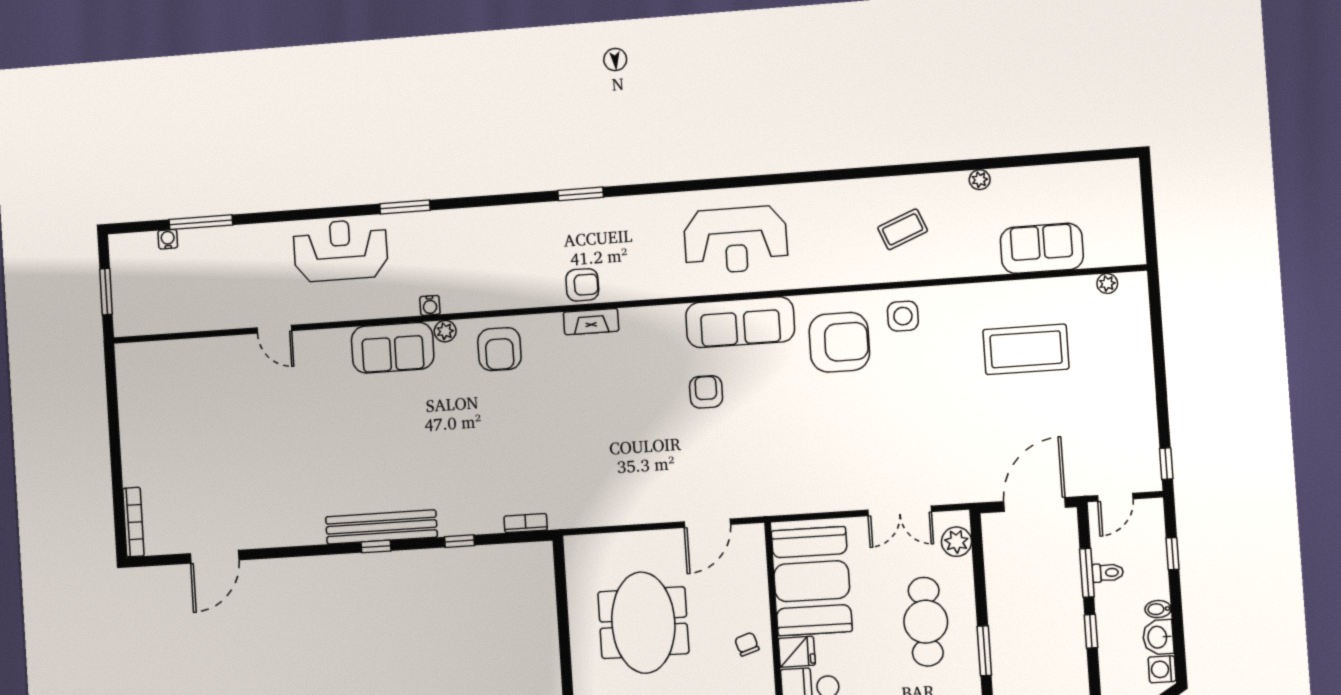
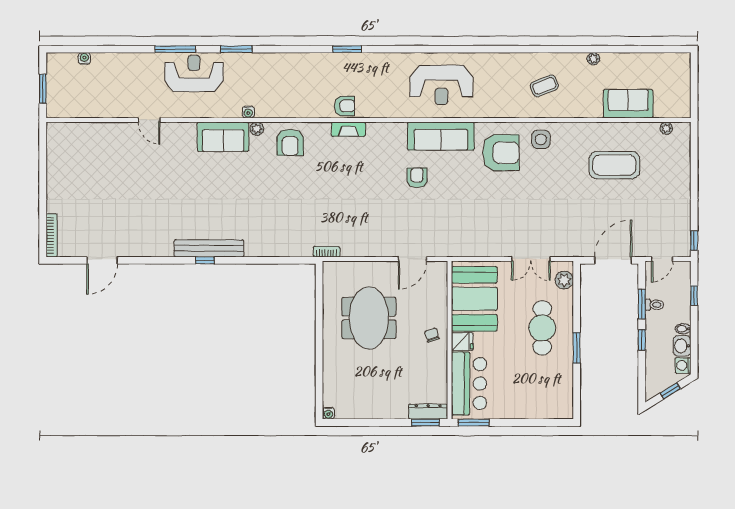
window: (201, 222) -> (175, 49), moved
bookcase: (526, 523) -> (327, 252), moved
window: (459, 541) -> (258, 260), removed

